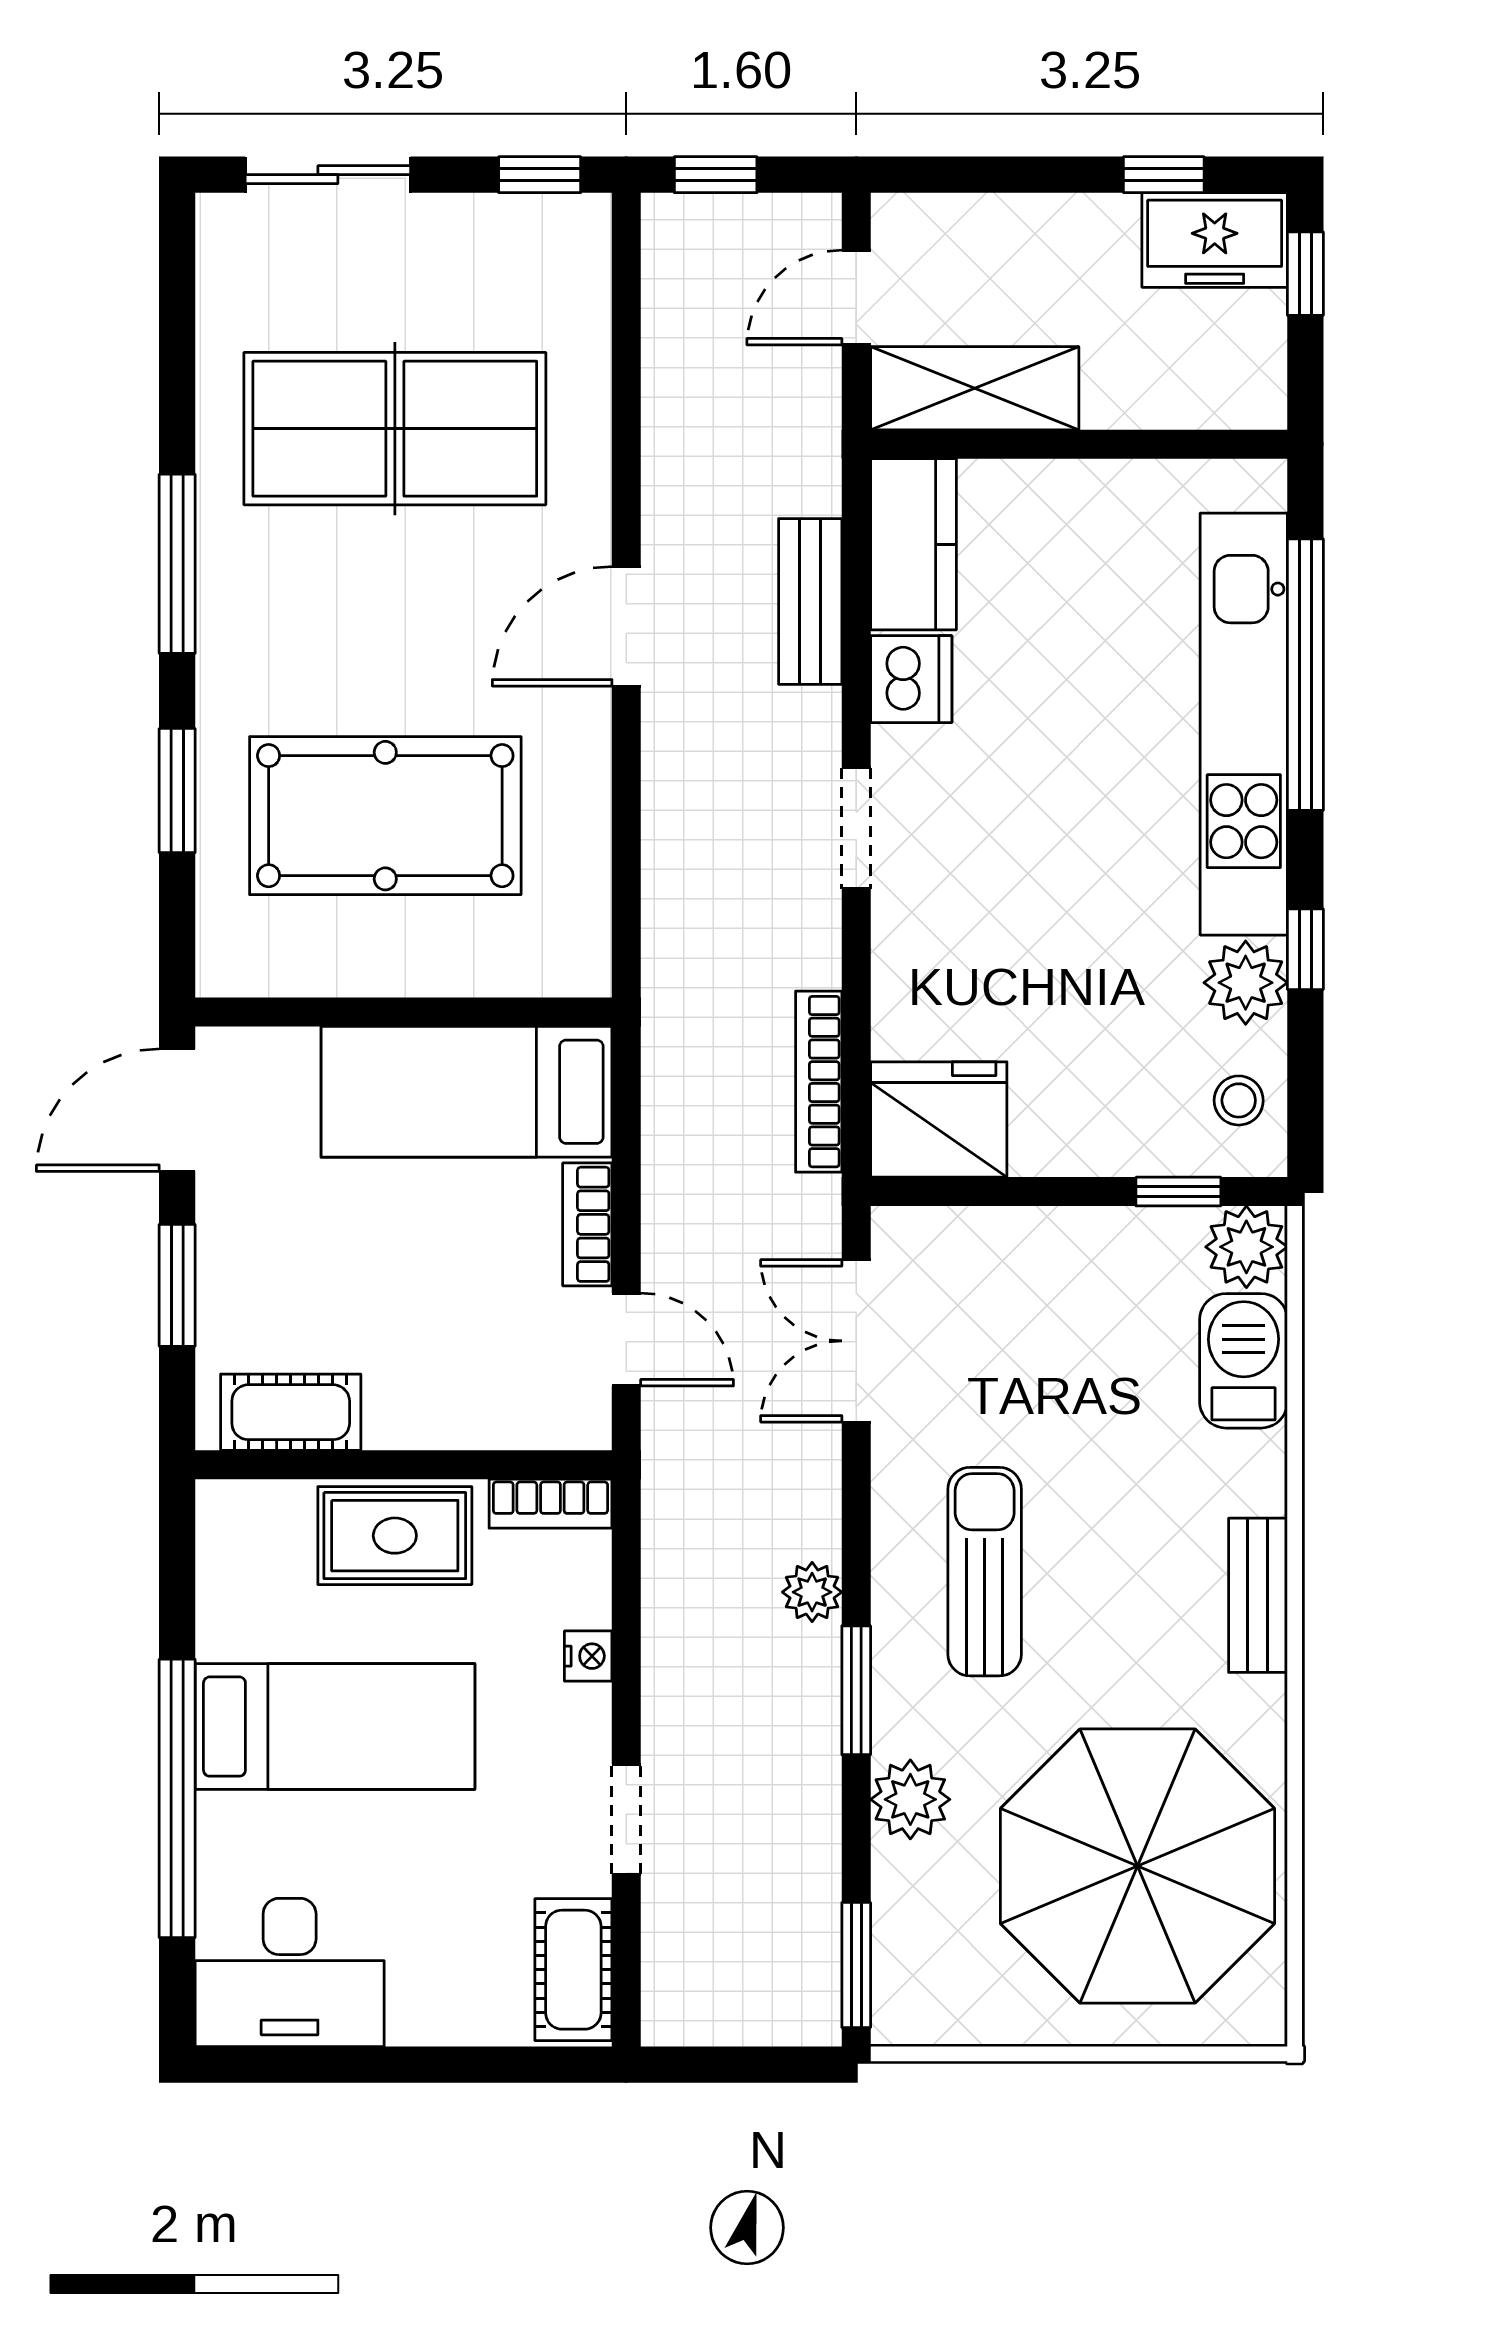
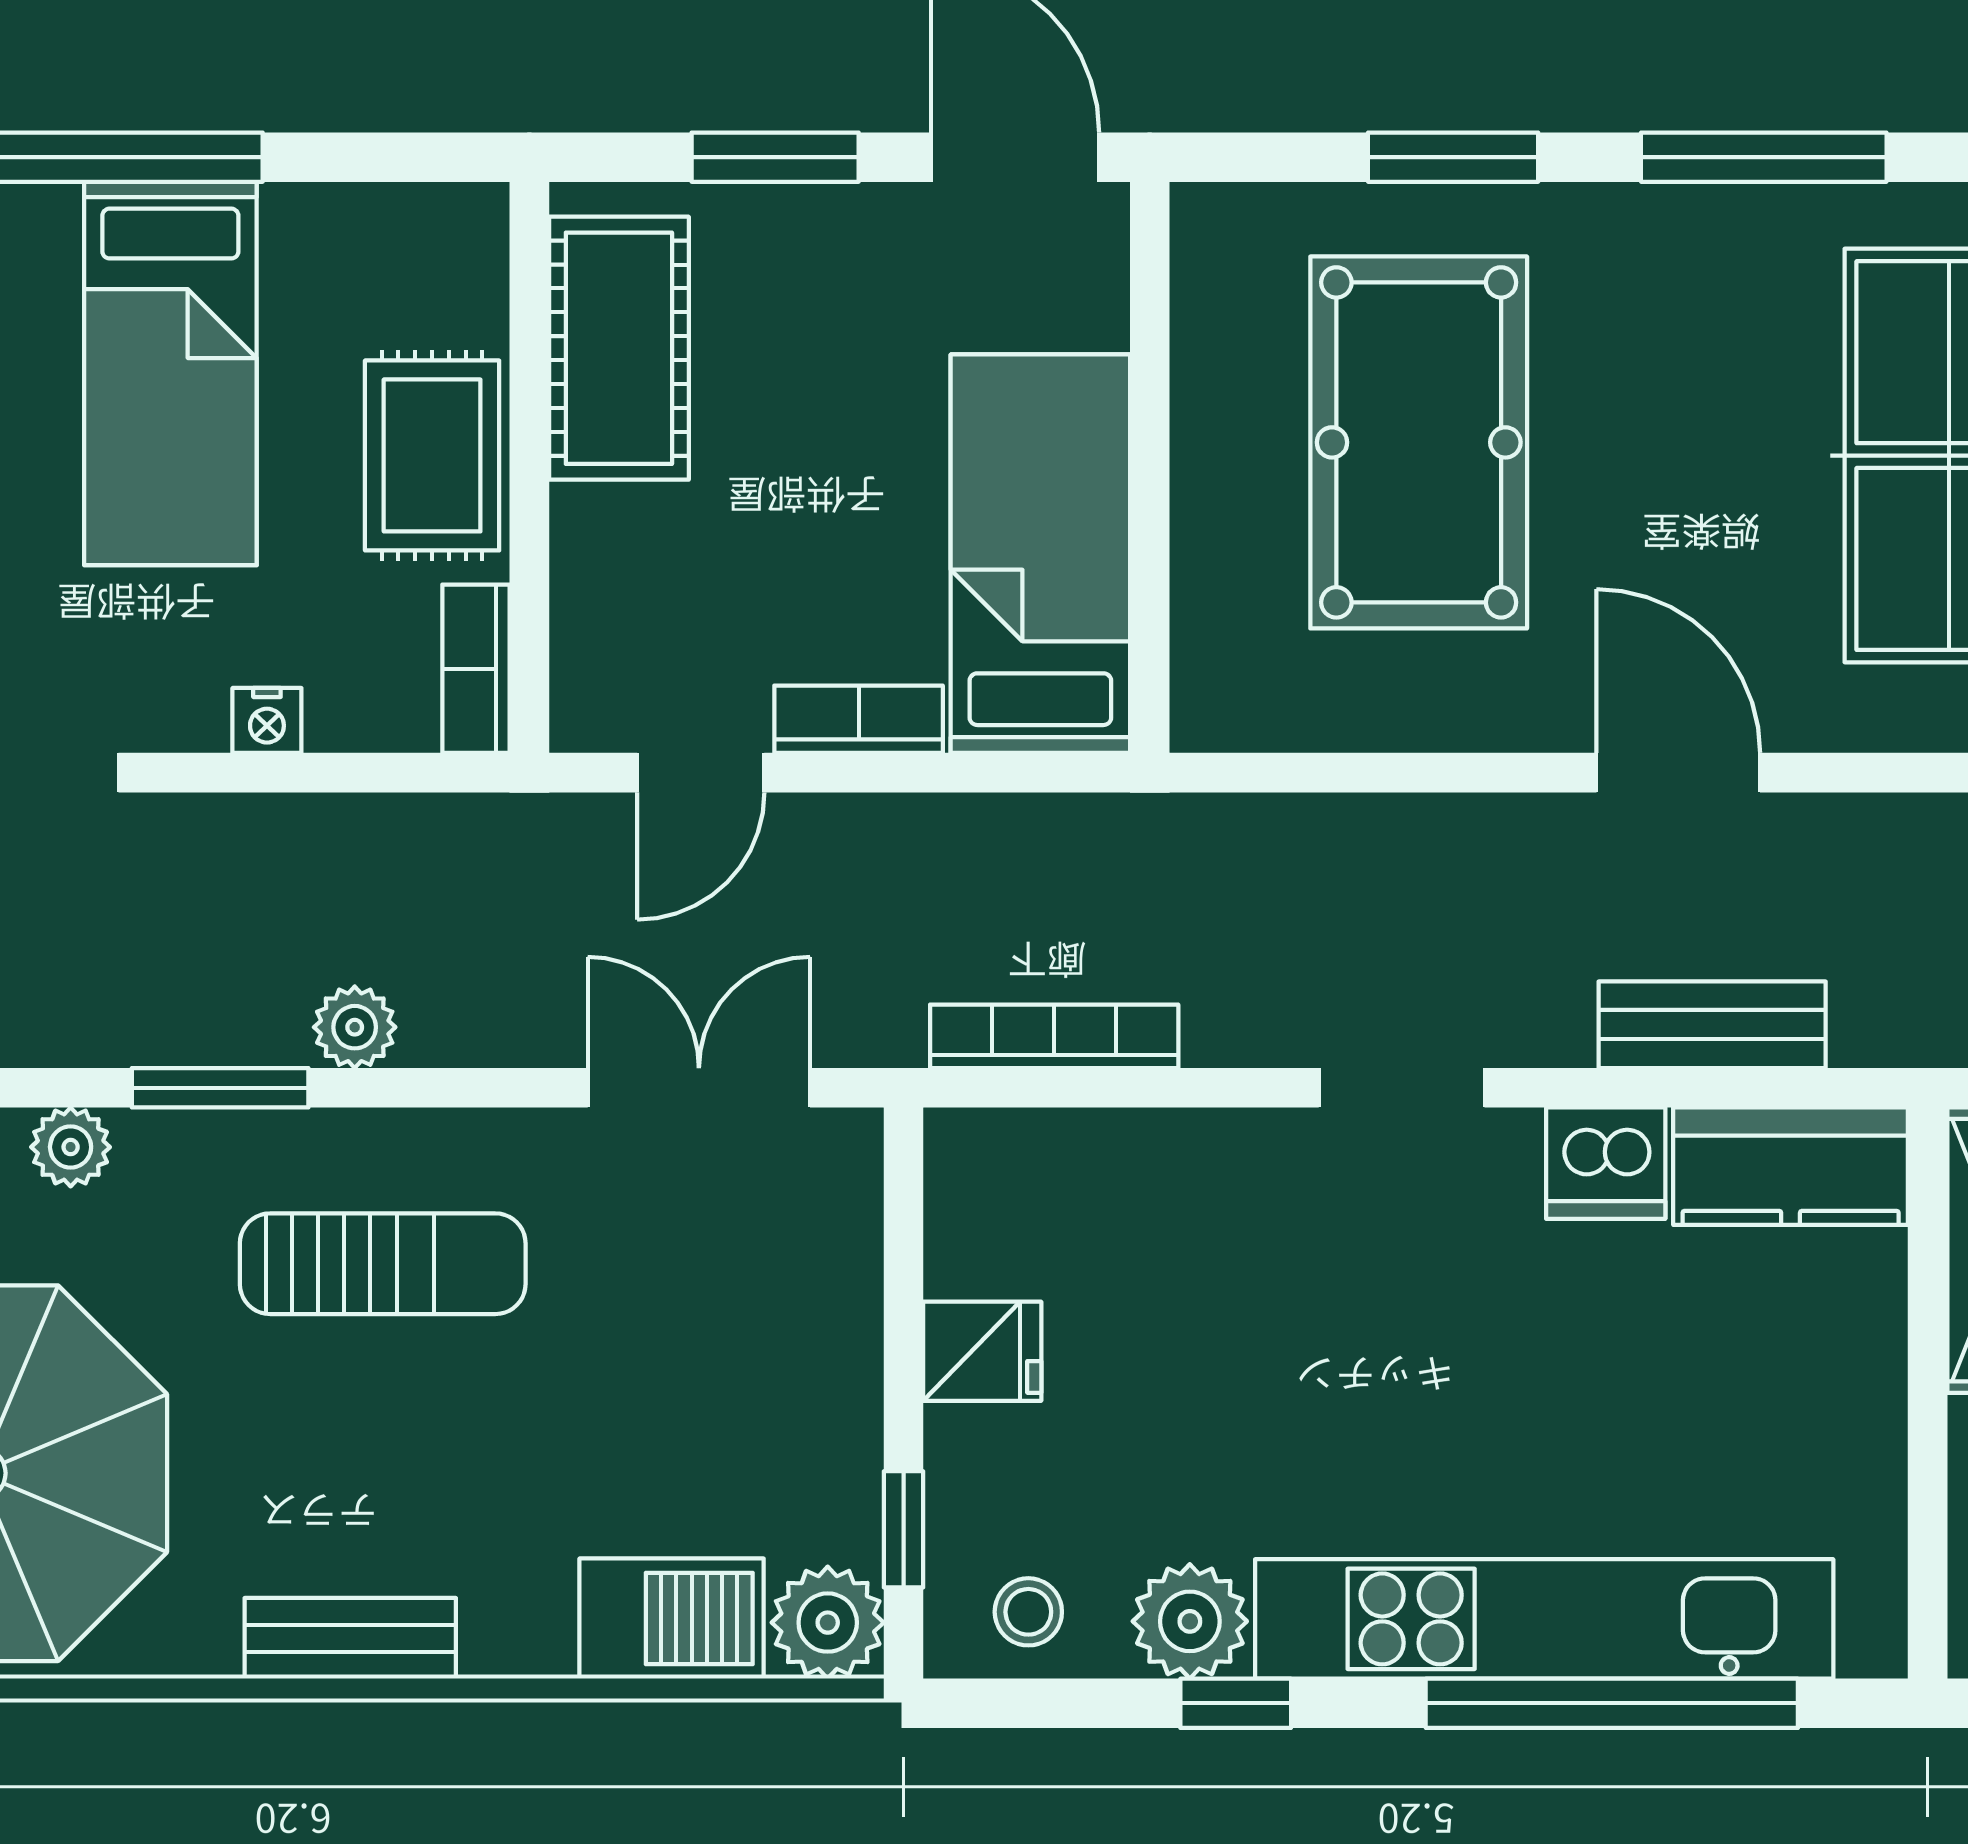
fridge: (939, 1119) -> (982, 1351), moved, width x0.53, depth x0.75
cot: (291, 1412) -> (619, 348), width x1.37, depth x1.34
plant: (910, 1799) -> (71, 1147), width x0.73, depth x0.73

